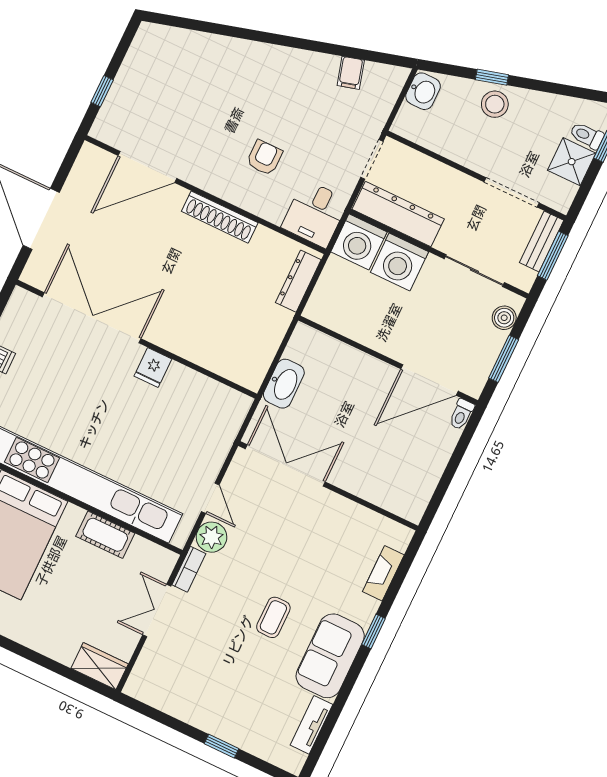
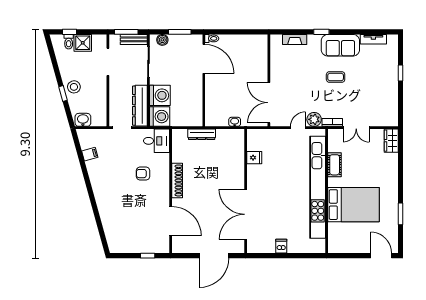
bench: (542, 241) -> (134, 39), moved
dresser: (298, 281) -> (202, 134), moved
fridge: (153, 368) -> (254, 158), moved
washbasin: (284, 384) -> (235, 122), width x0.52, depth x0.69

